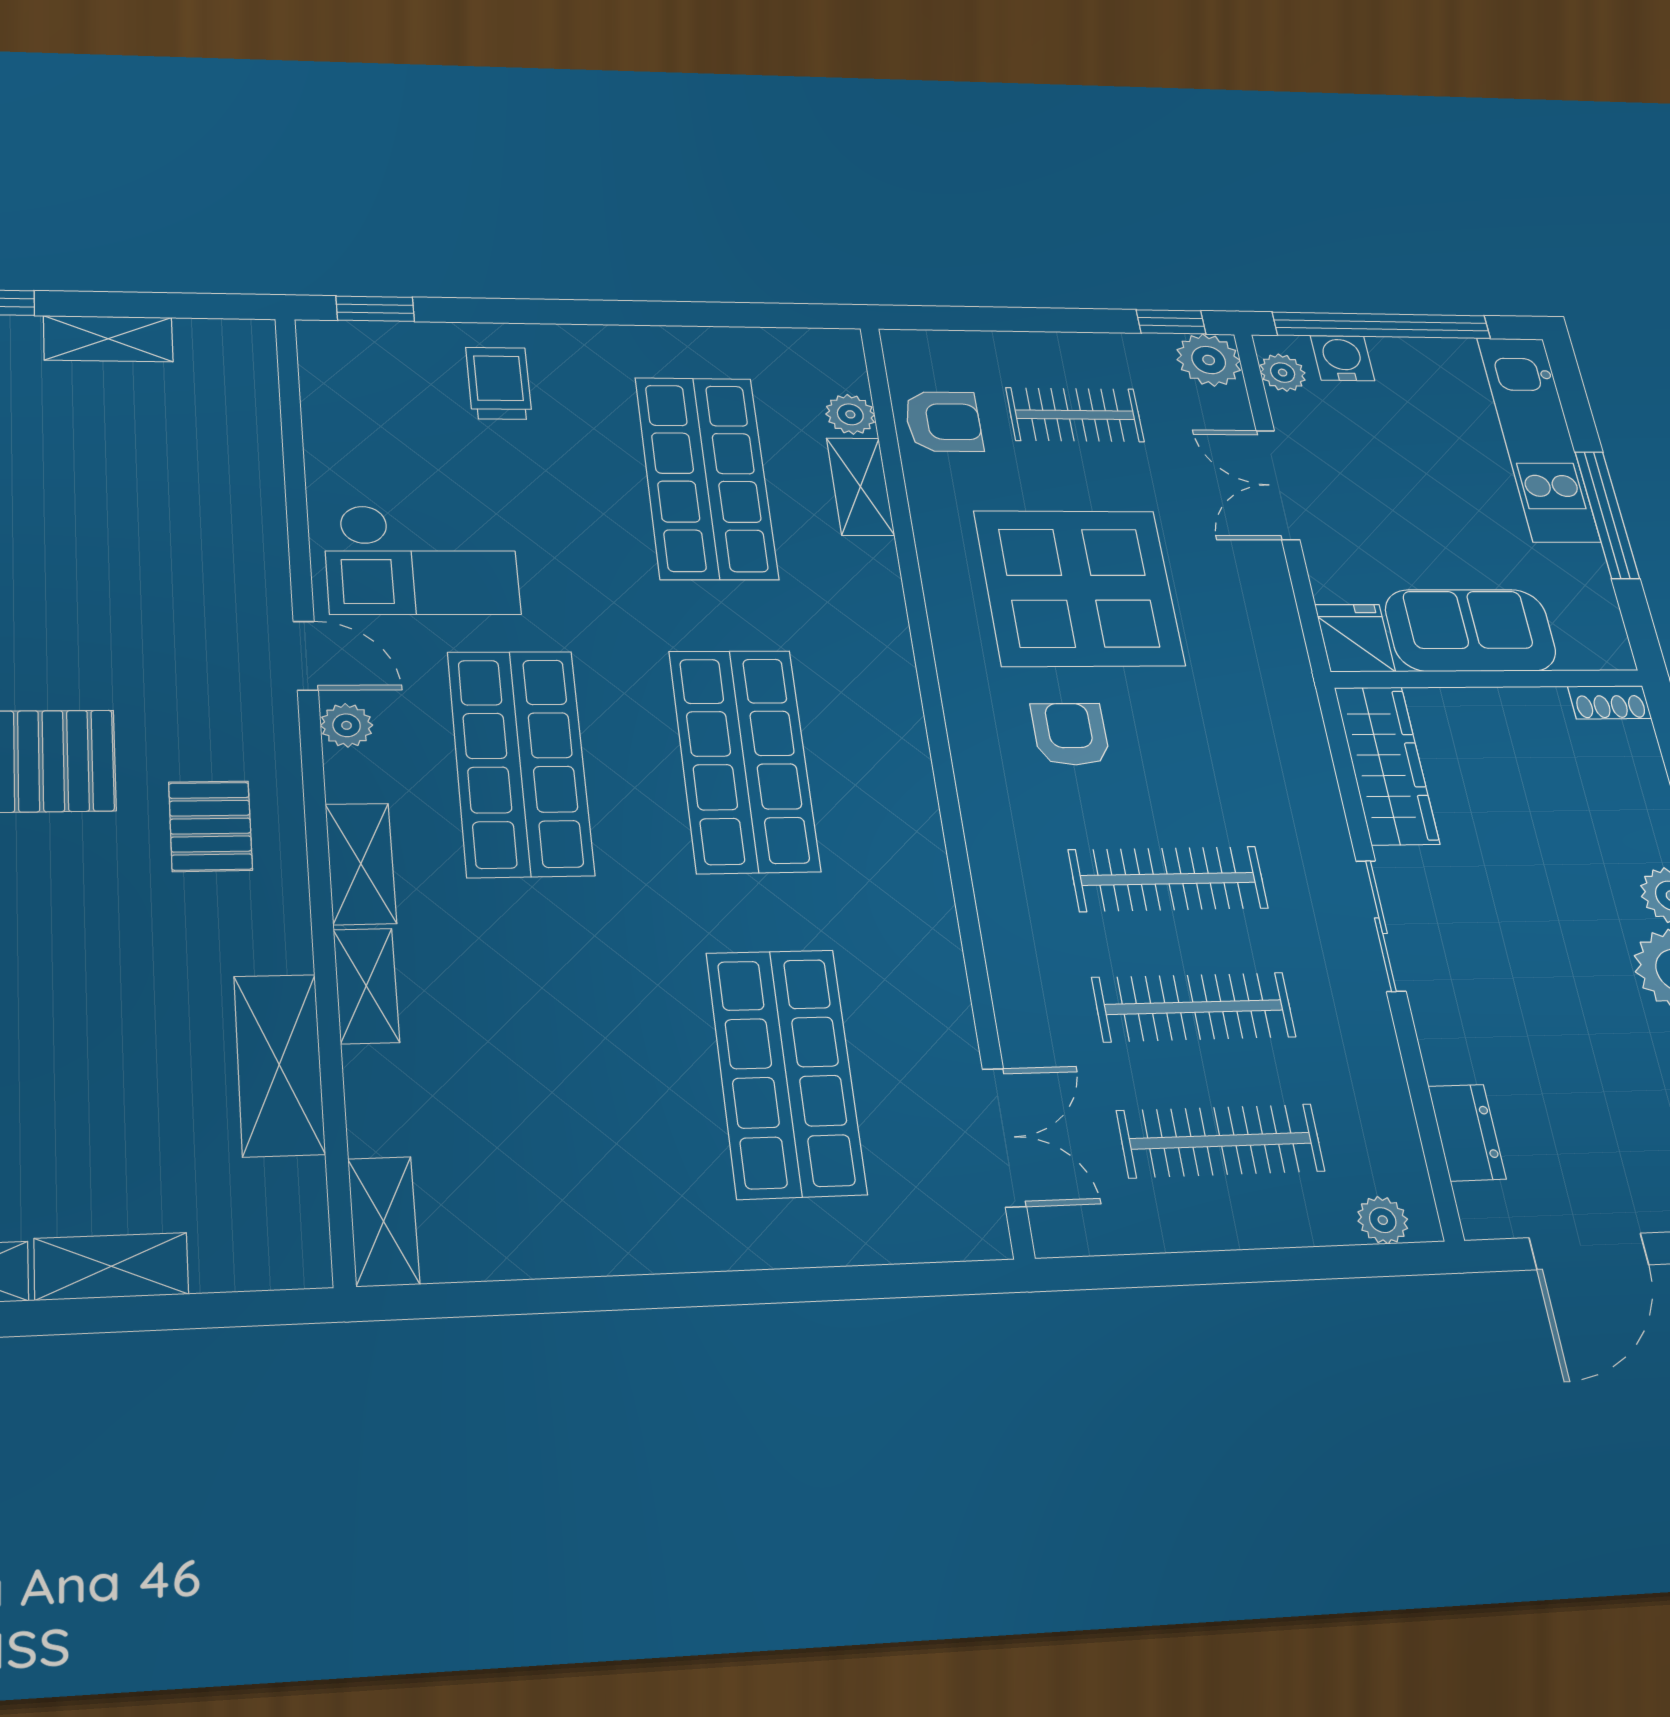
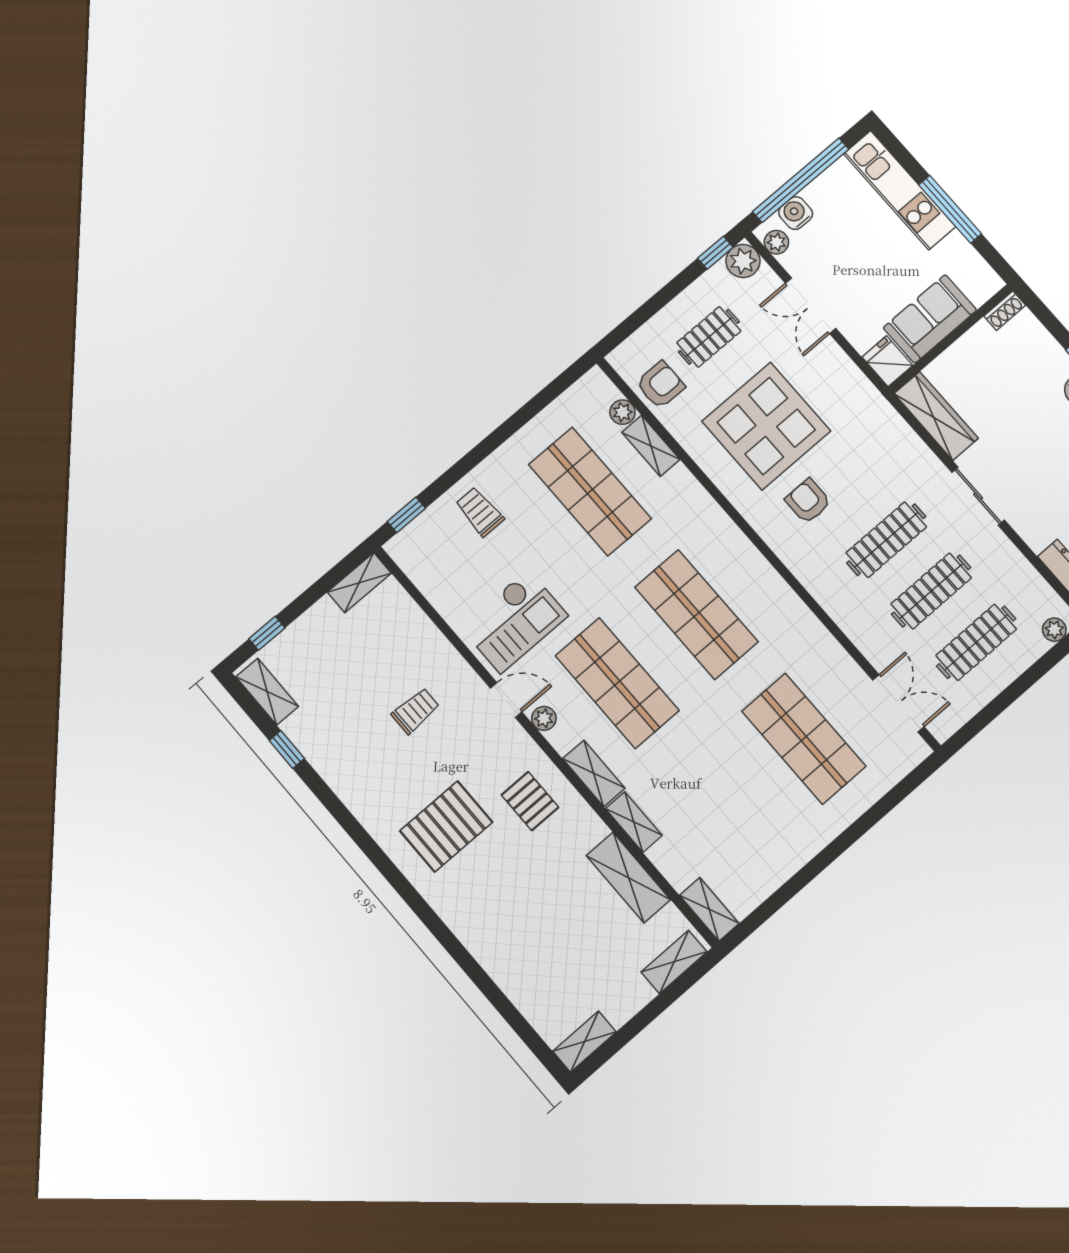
shelving: (108, 339) -> (359, 583), moved
trolley: (137, 566) -> (416, 711), added
shelving: (111, 1266) -> (674, 962), moved

